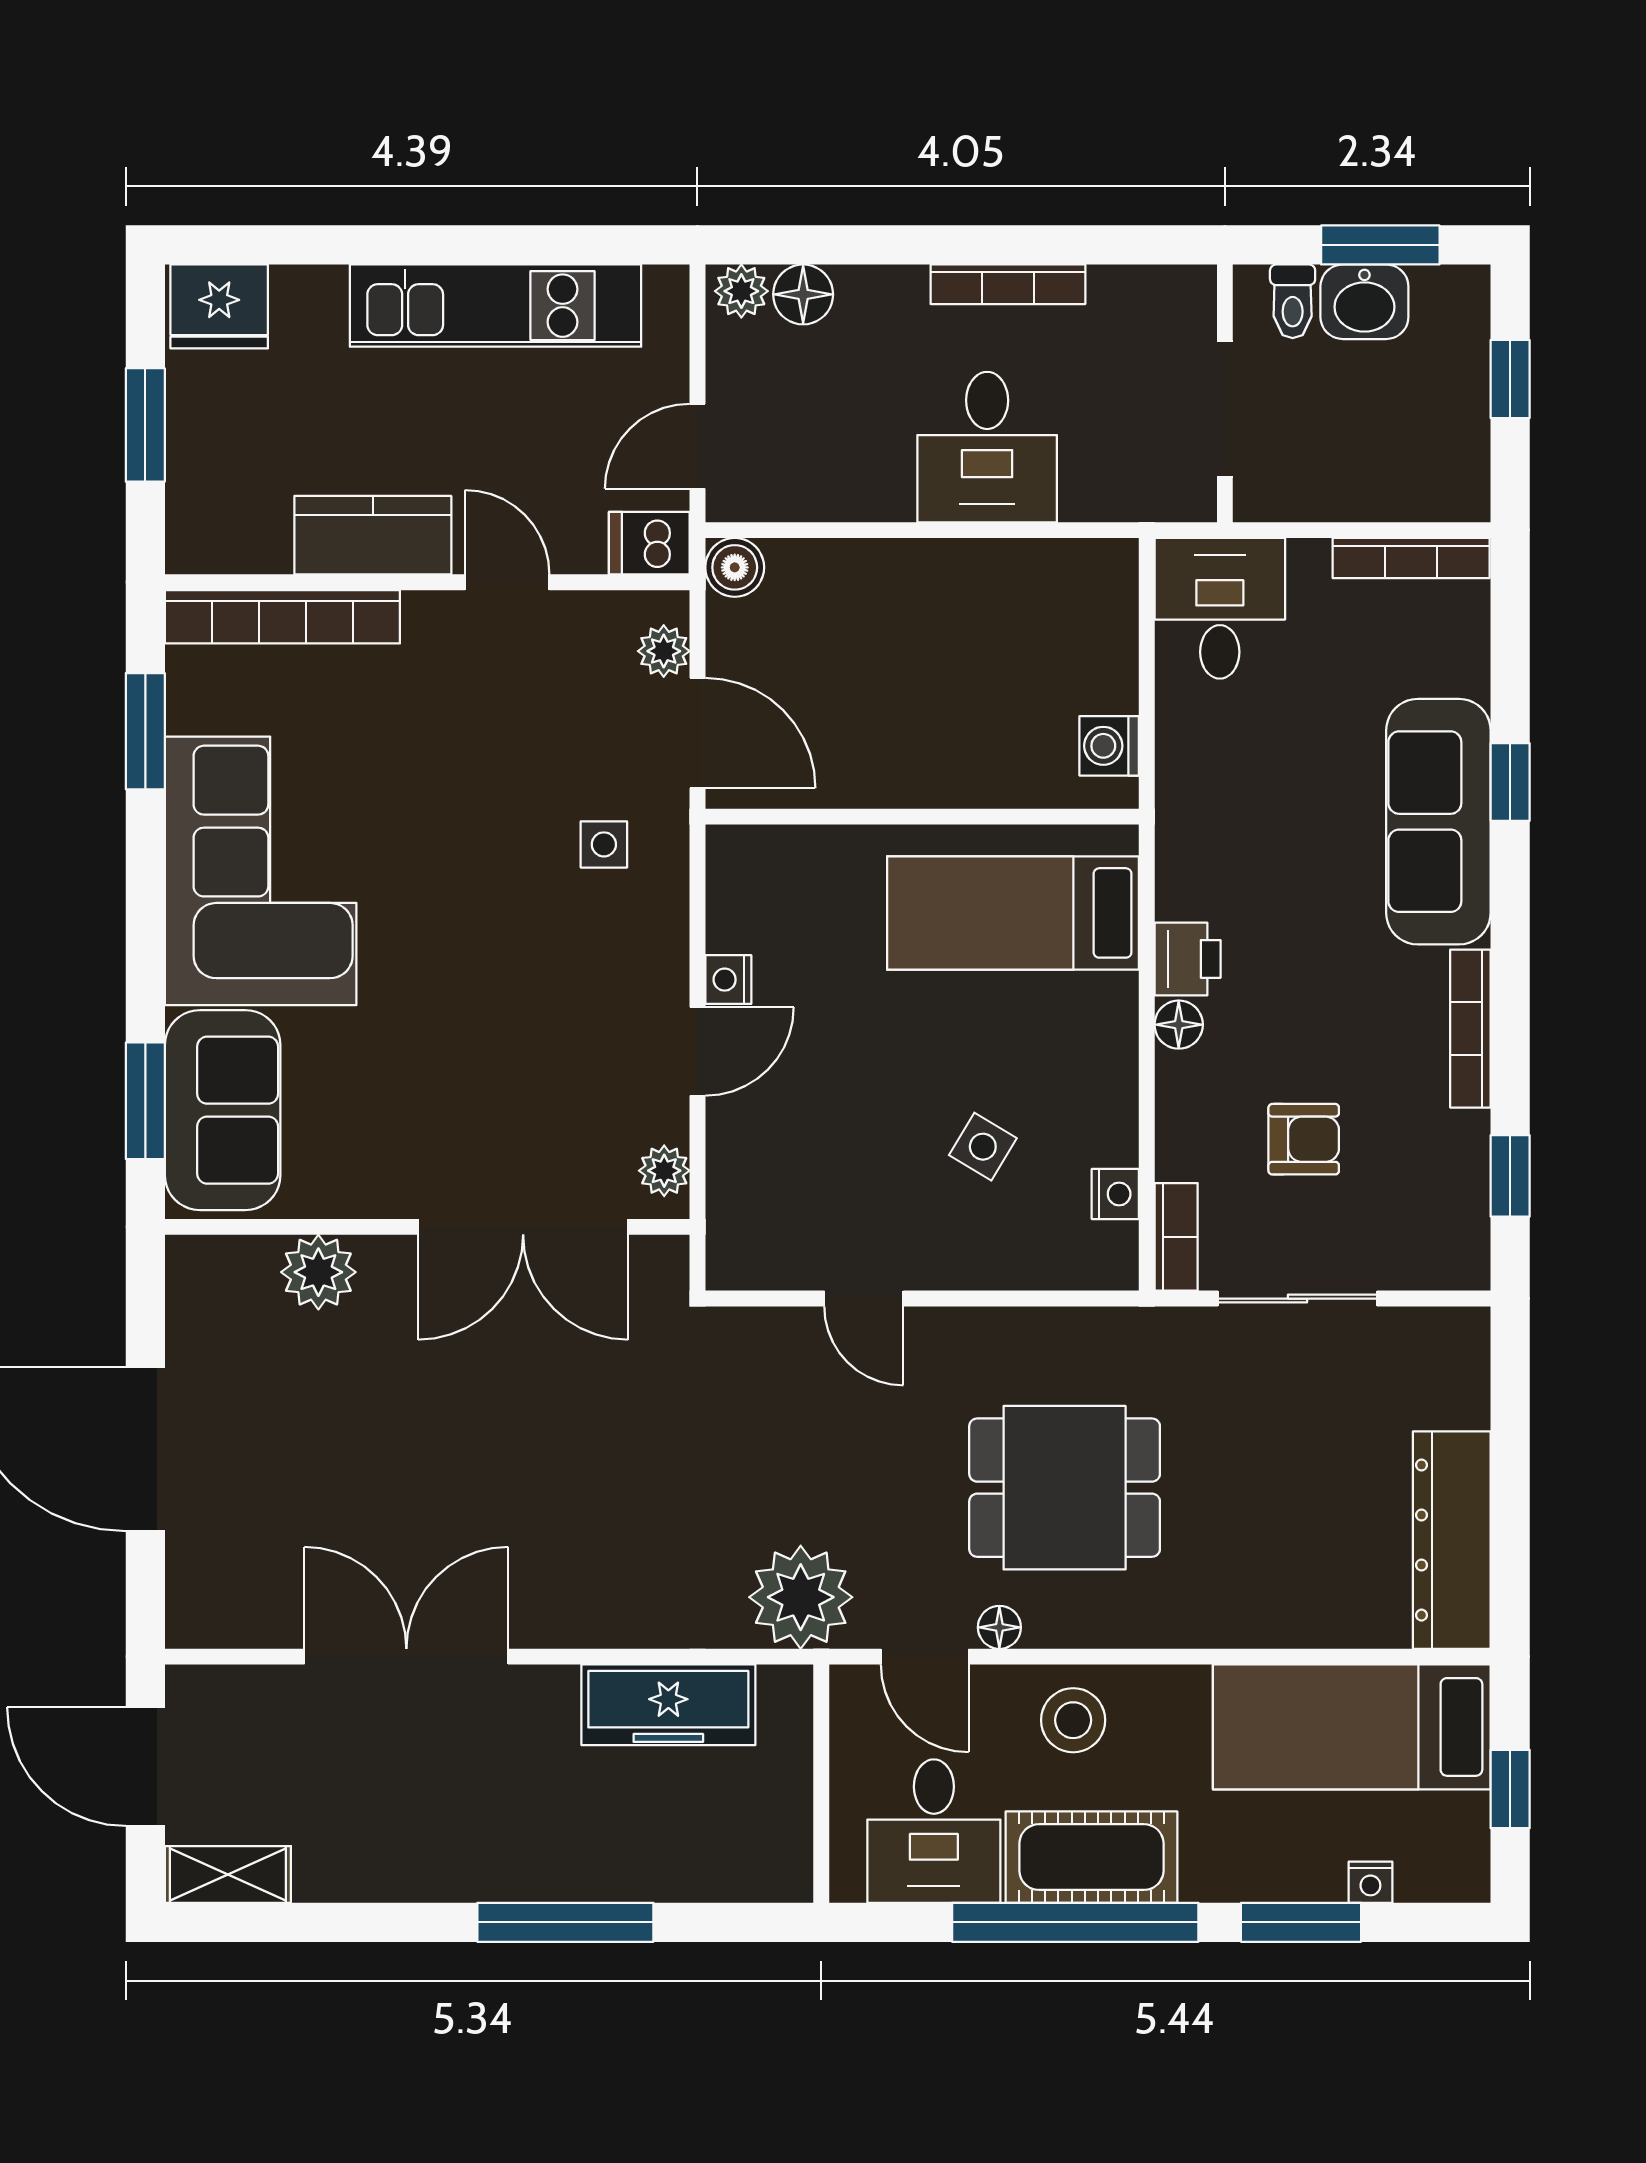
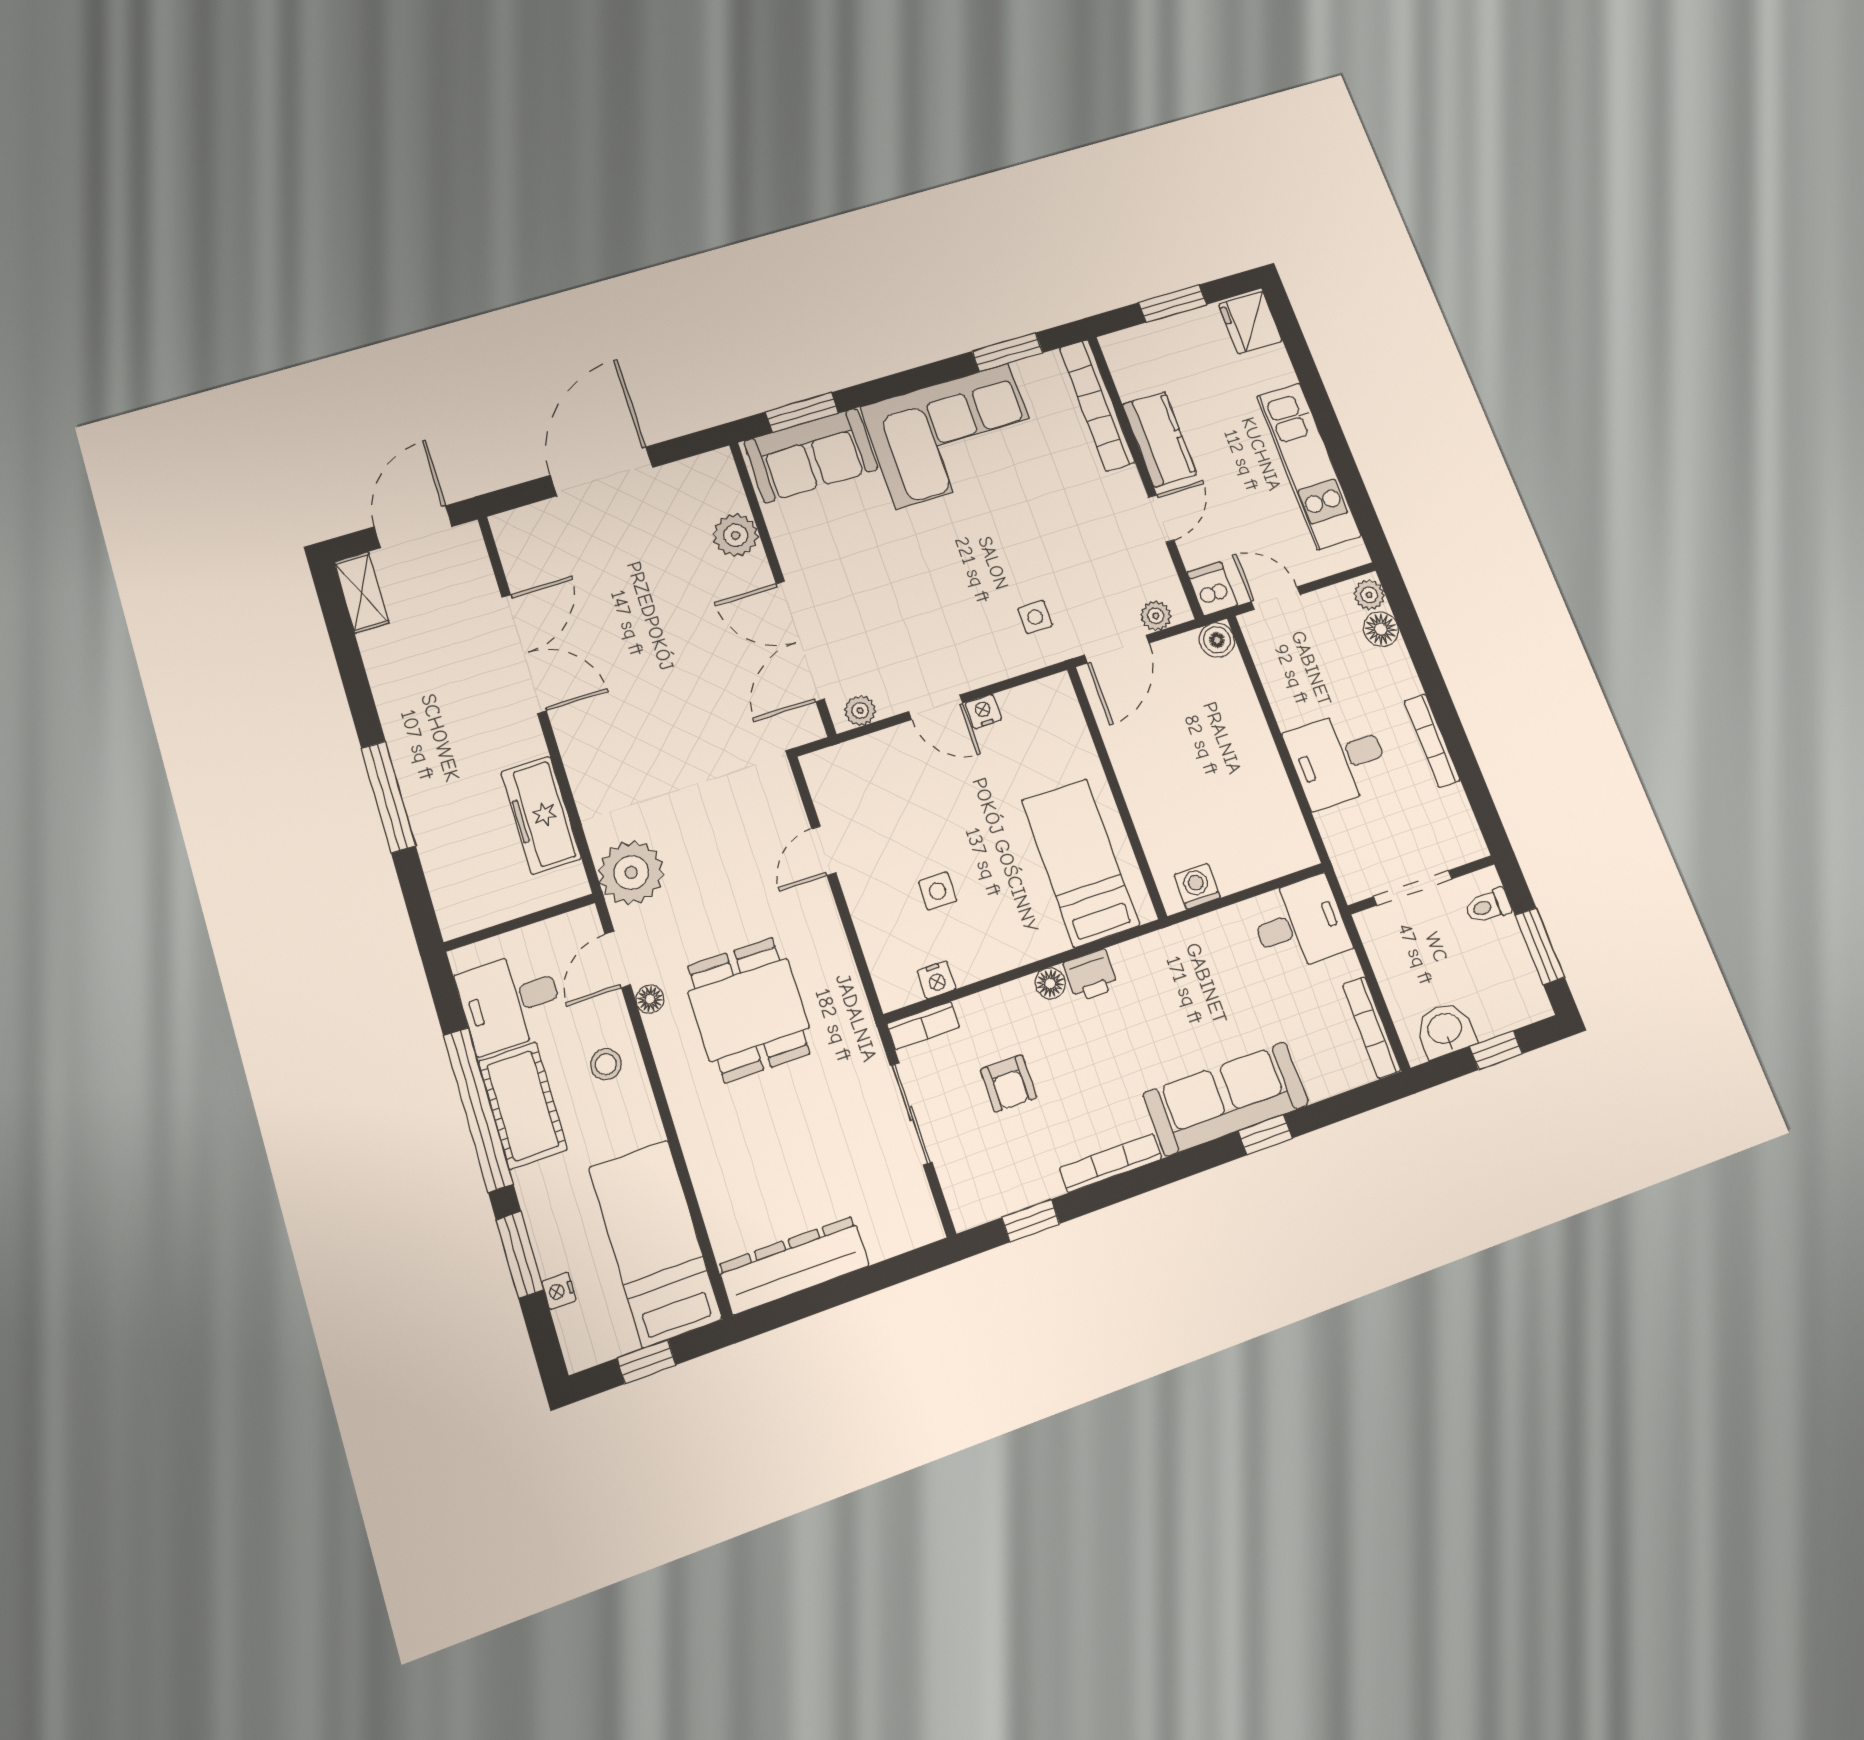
washbasin: (1364, 302) -> (1445, 1030), moved, turned 90
side table: (983, 1147) -> (938, 891), turned -31
stool: (1073, 1720) -> (606, 1064), width x0.73, depth x0.73

